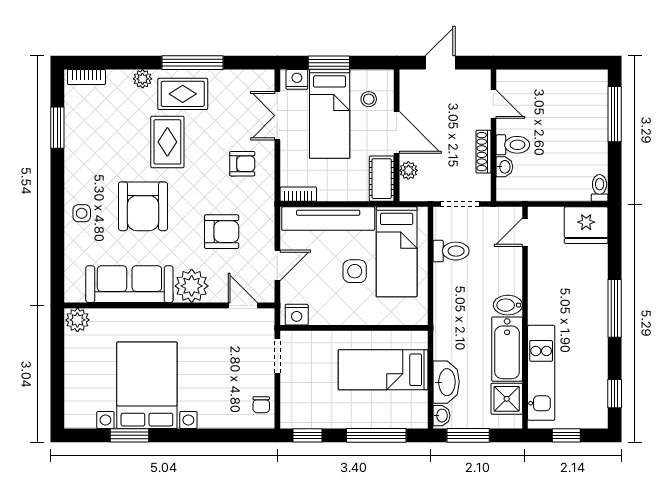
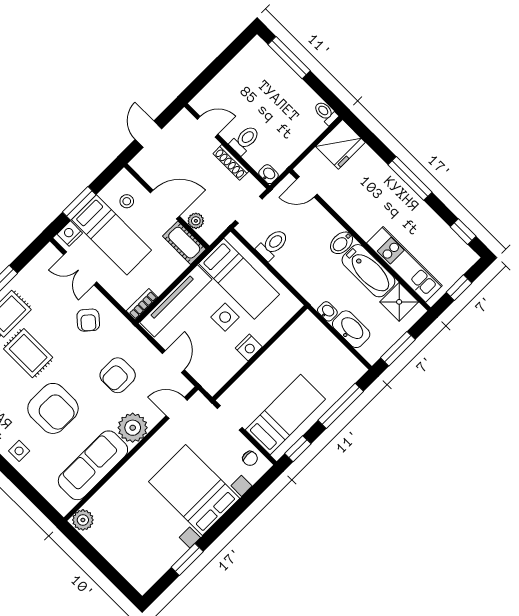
armchair: (242, 164) -> (88, 320), turned 131
washbasin: (504, 167) -> (268, 174), moved
armchair: (222, 232) -> (118, 375), turned 180
door: (525, 232) -> (307, 187), hinge flipped
nightstand: (297, 315) -> (249, 348), moved
bed: (383, 370) -> (285, 415), moved, turned 180
bed with nightstands: (147, 385) -> (194, 490), moved
washbasin: (441, 416) -> (327, 311), moved

